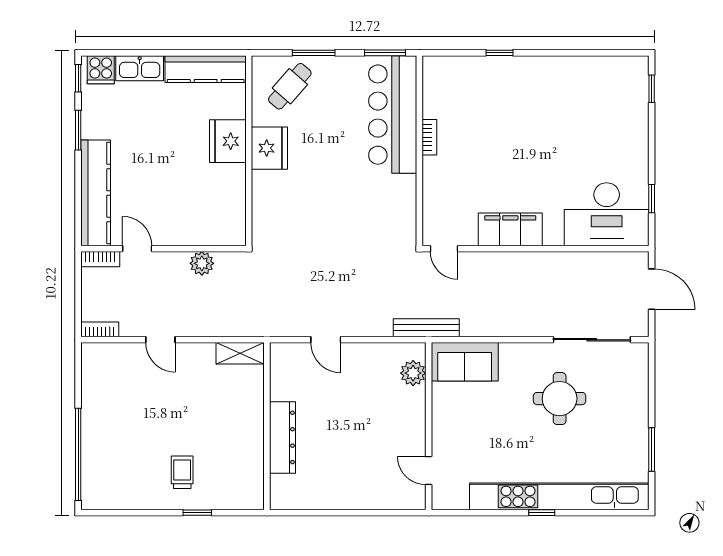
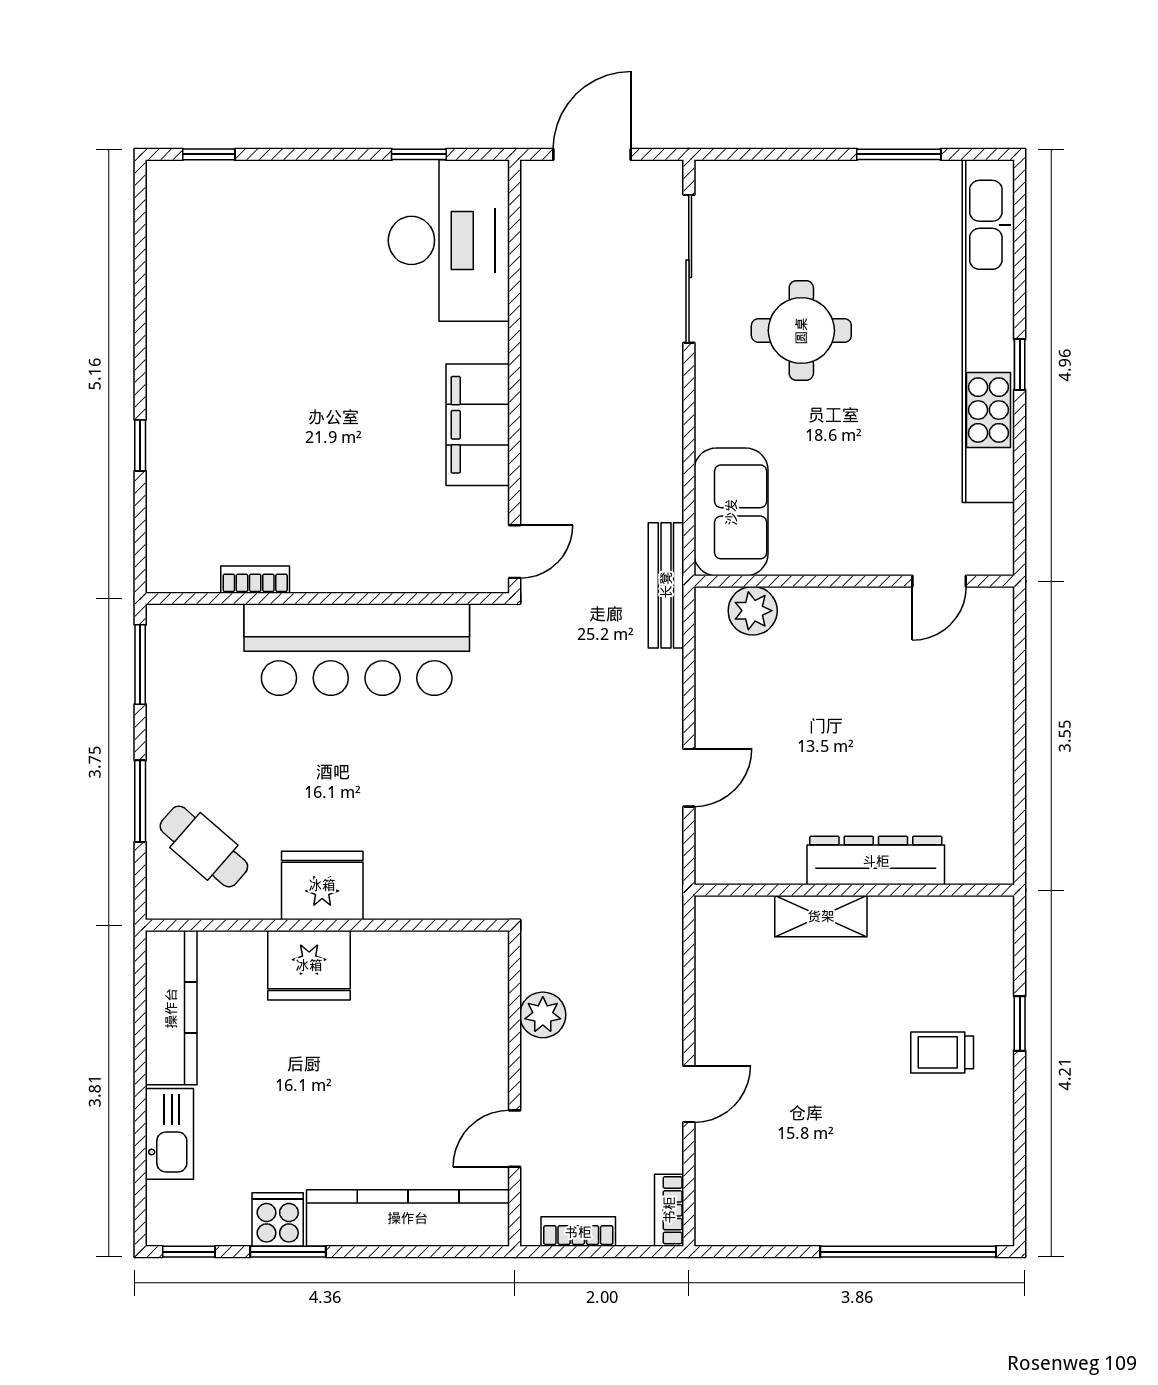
cooker: (101, 70) -> (278, 1219), moved, turned -90
bar counter: (393, 115) -> (357, 650), moved
bookcase: (429, 137) -> (255, 580), moved
bookcase: (100, 259) -> (578, 1232), moved, turned -90
shelving: (240, 353) -> (821, 916), moved, turned 90

